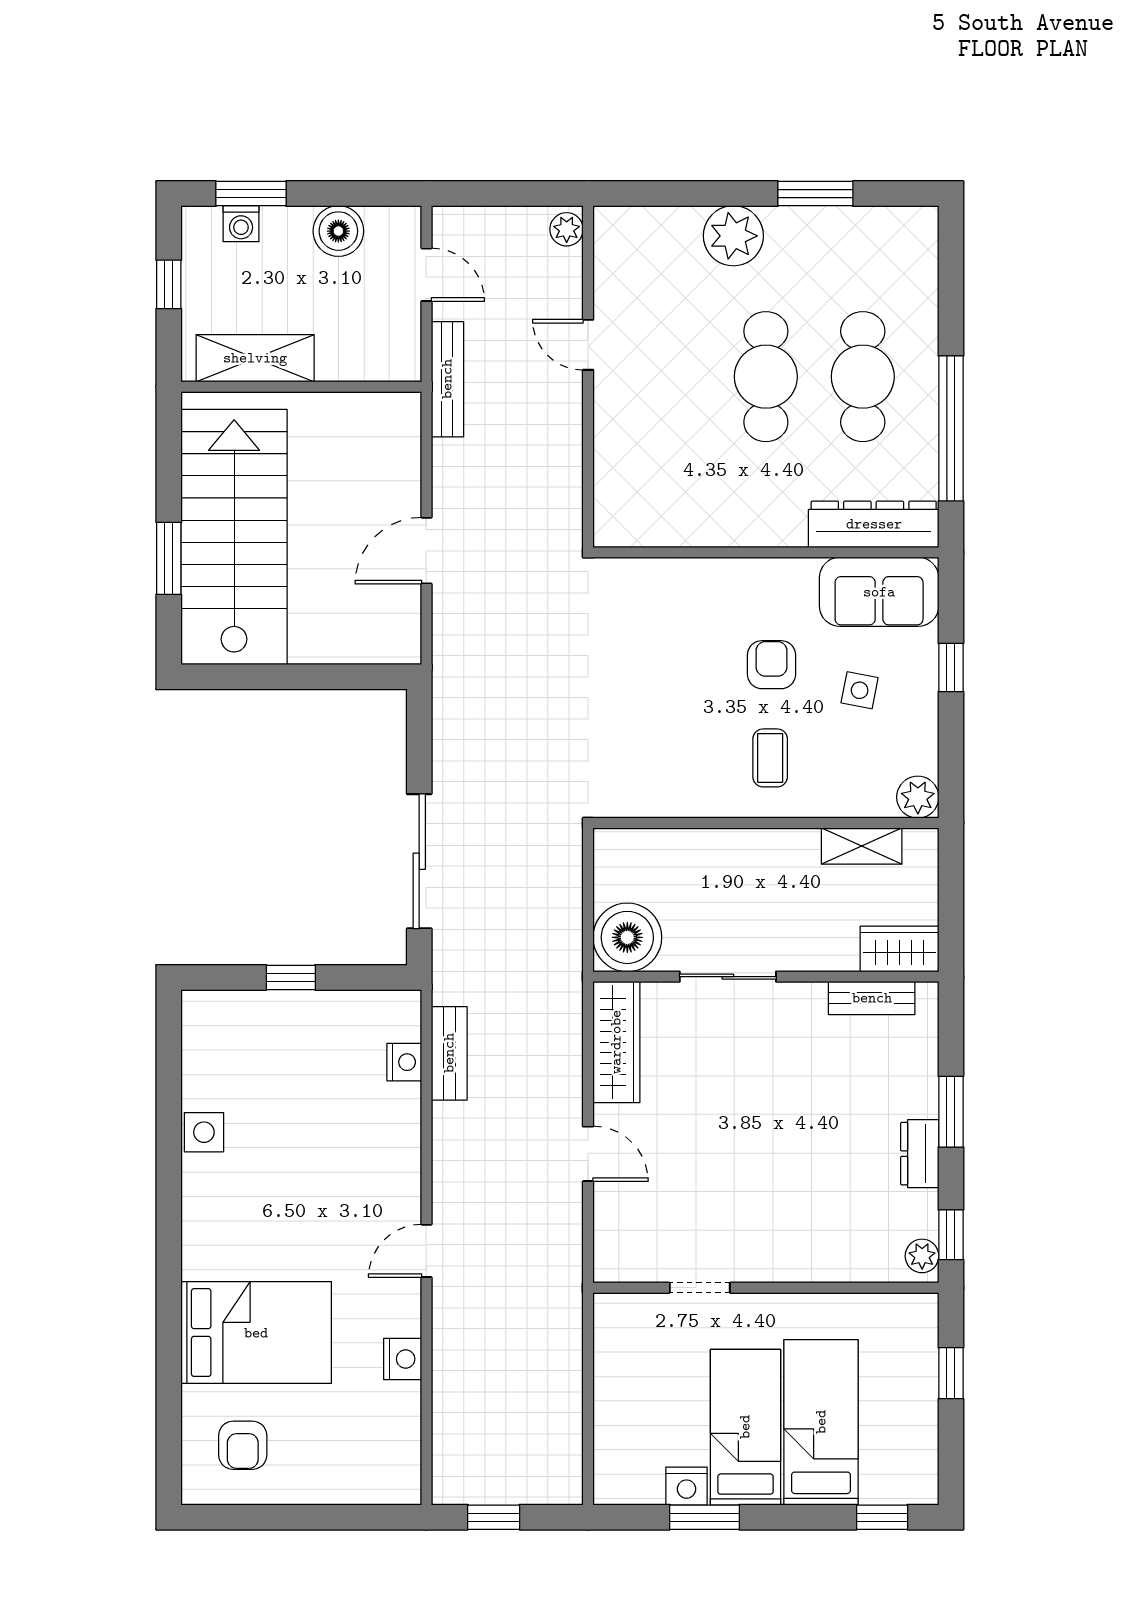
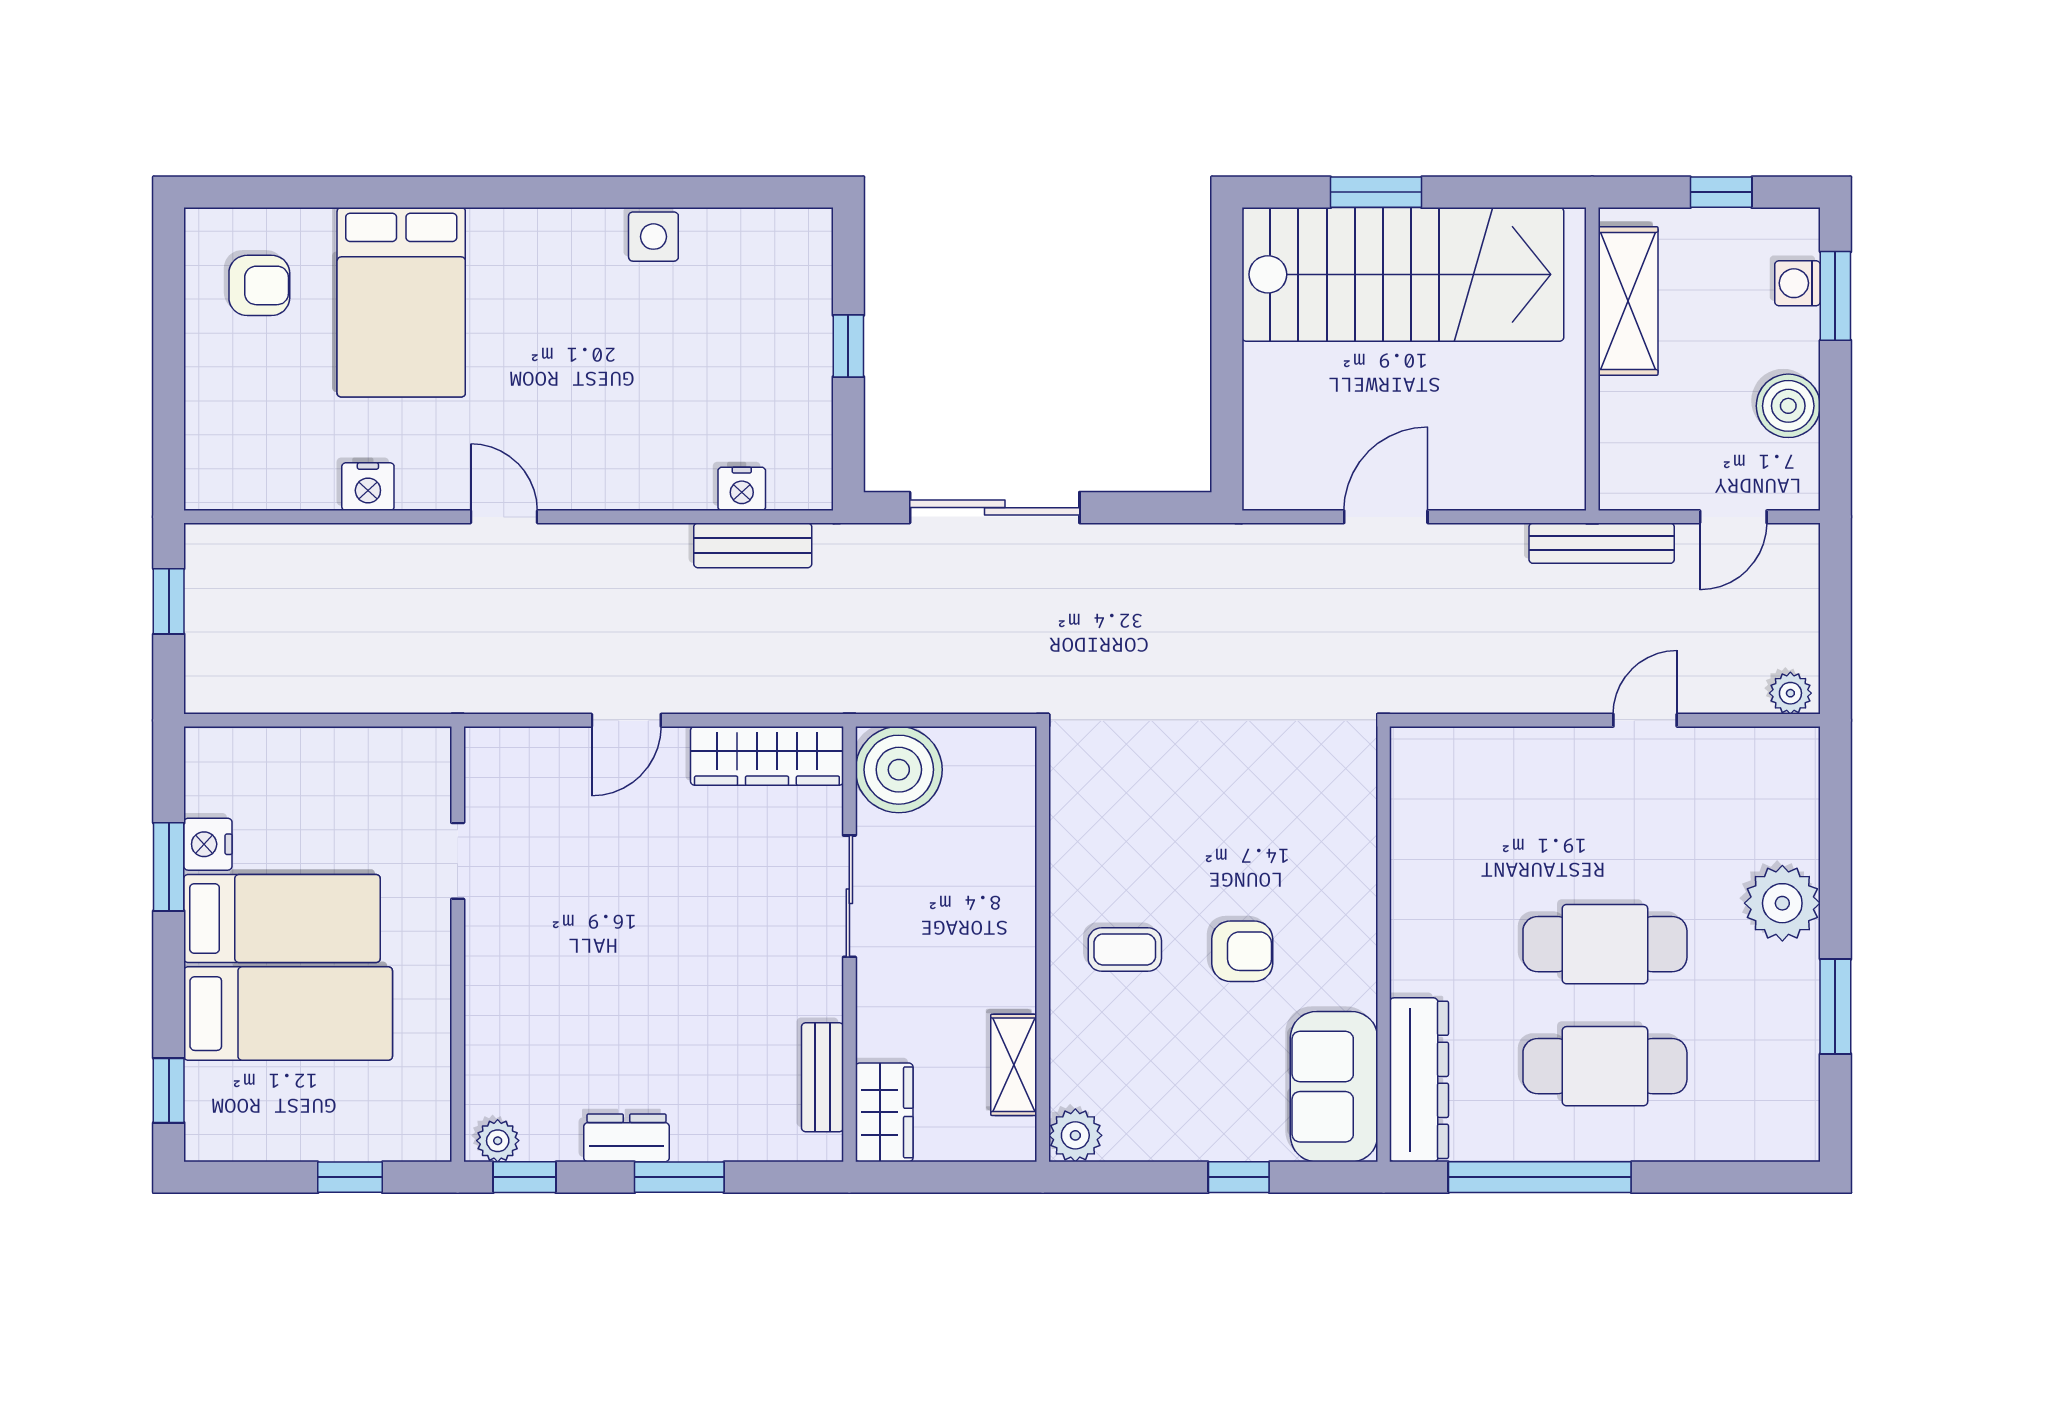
door: (426, 551) -> (1386, 517), hinge flipped
side table: (860, 690) -> (1210, 1062), removed
armchair: (243, 1445) -> (259, 285), turned 180

